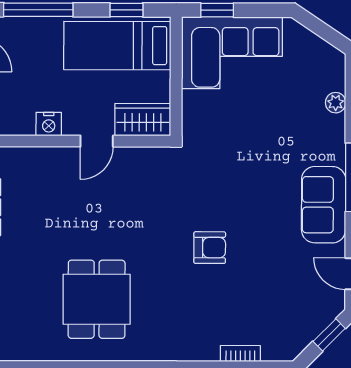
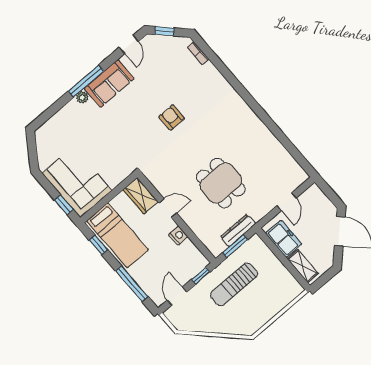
plant: (336, 103) -> (82, 97), moved
dining table: (97, 299) -> (221, 183), moved, turned 90
bookcase: (240, 354) -> (198, 53), moved

